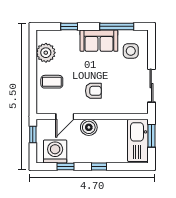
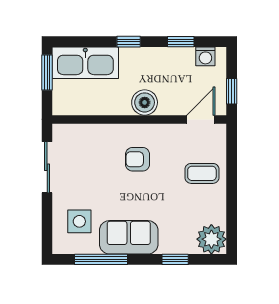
plant: (46, 53) -> (211, 239), moved
door: (65, 116) -> (201, 119), moved
window: (151, 136) -> (47, 72), moved
kitchen sink: (138, 140) -> (85, 63), moved, turned 90
washing machine: (55, 152) -> (205, 56), width x0.53, depth x0.53

